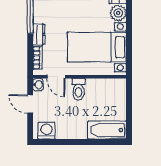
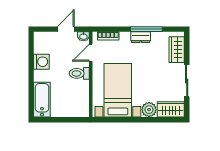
dresser: (39, 34) -> (141, 37), moved
washing machine: (46, 131) -> (41, 62), moved

